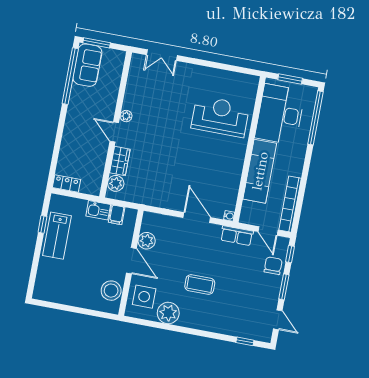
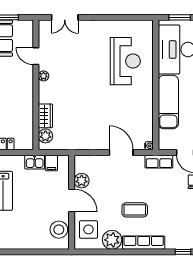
reception desk: (220, 116) -> (125, 61), turned 90
door: (114, 132) -> (36, 56), moved
row of seats: (203, 323) -> (144, 243), added

